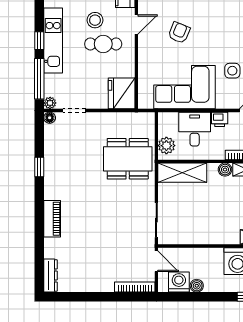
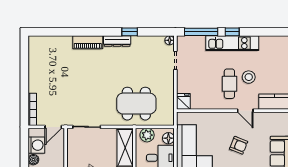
fridge: (122, 93) -> (183, 101), width x0.53, depth x0.75
plant: (50, 103) -> (182, 41), removed
floor lamp: (170, 119) -> (168, 138), added
dining table: (128, 159) -> (136, 104), turned 90
dresser: (50, 276) -> (117, 41), moved

